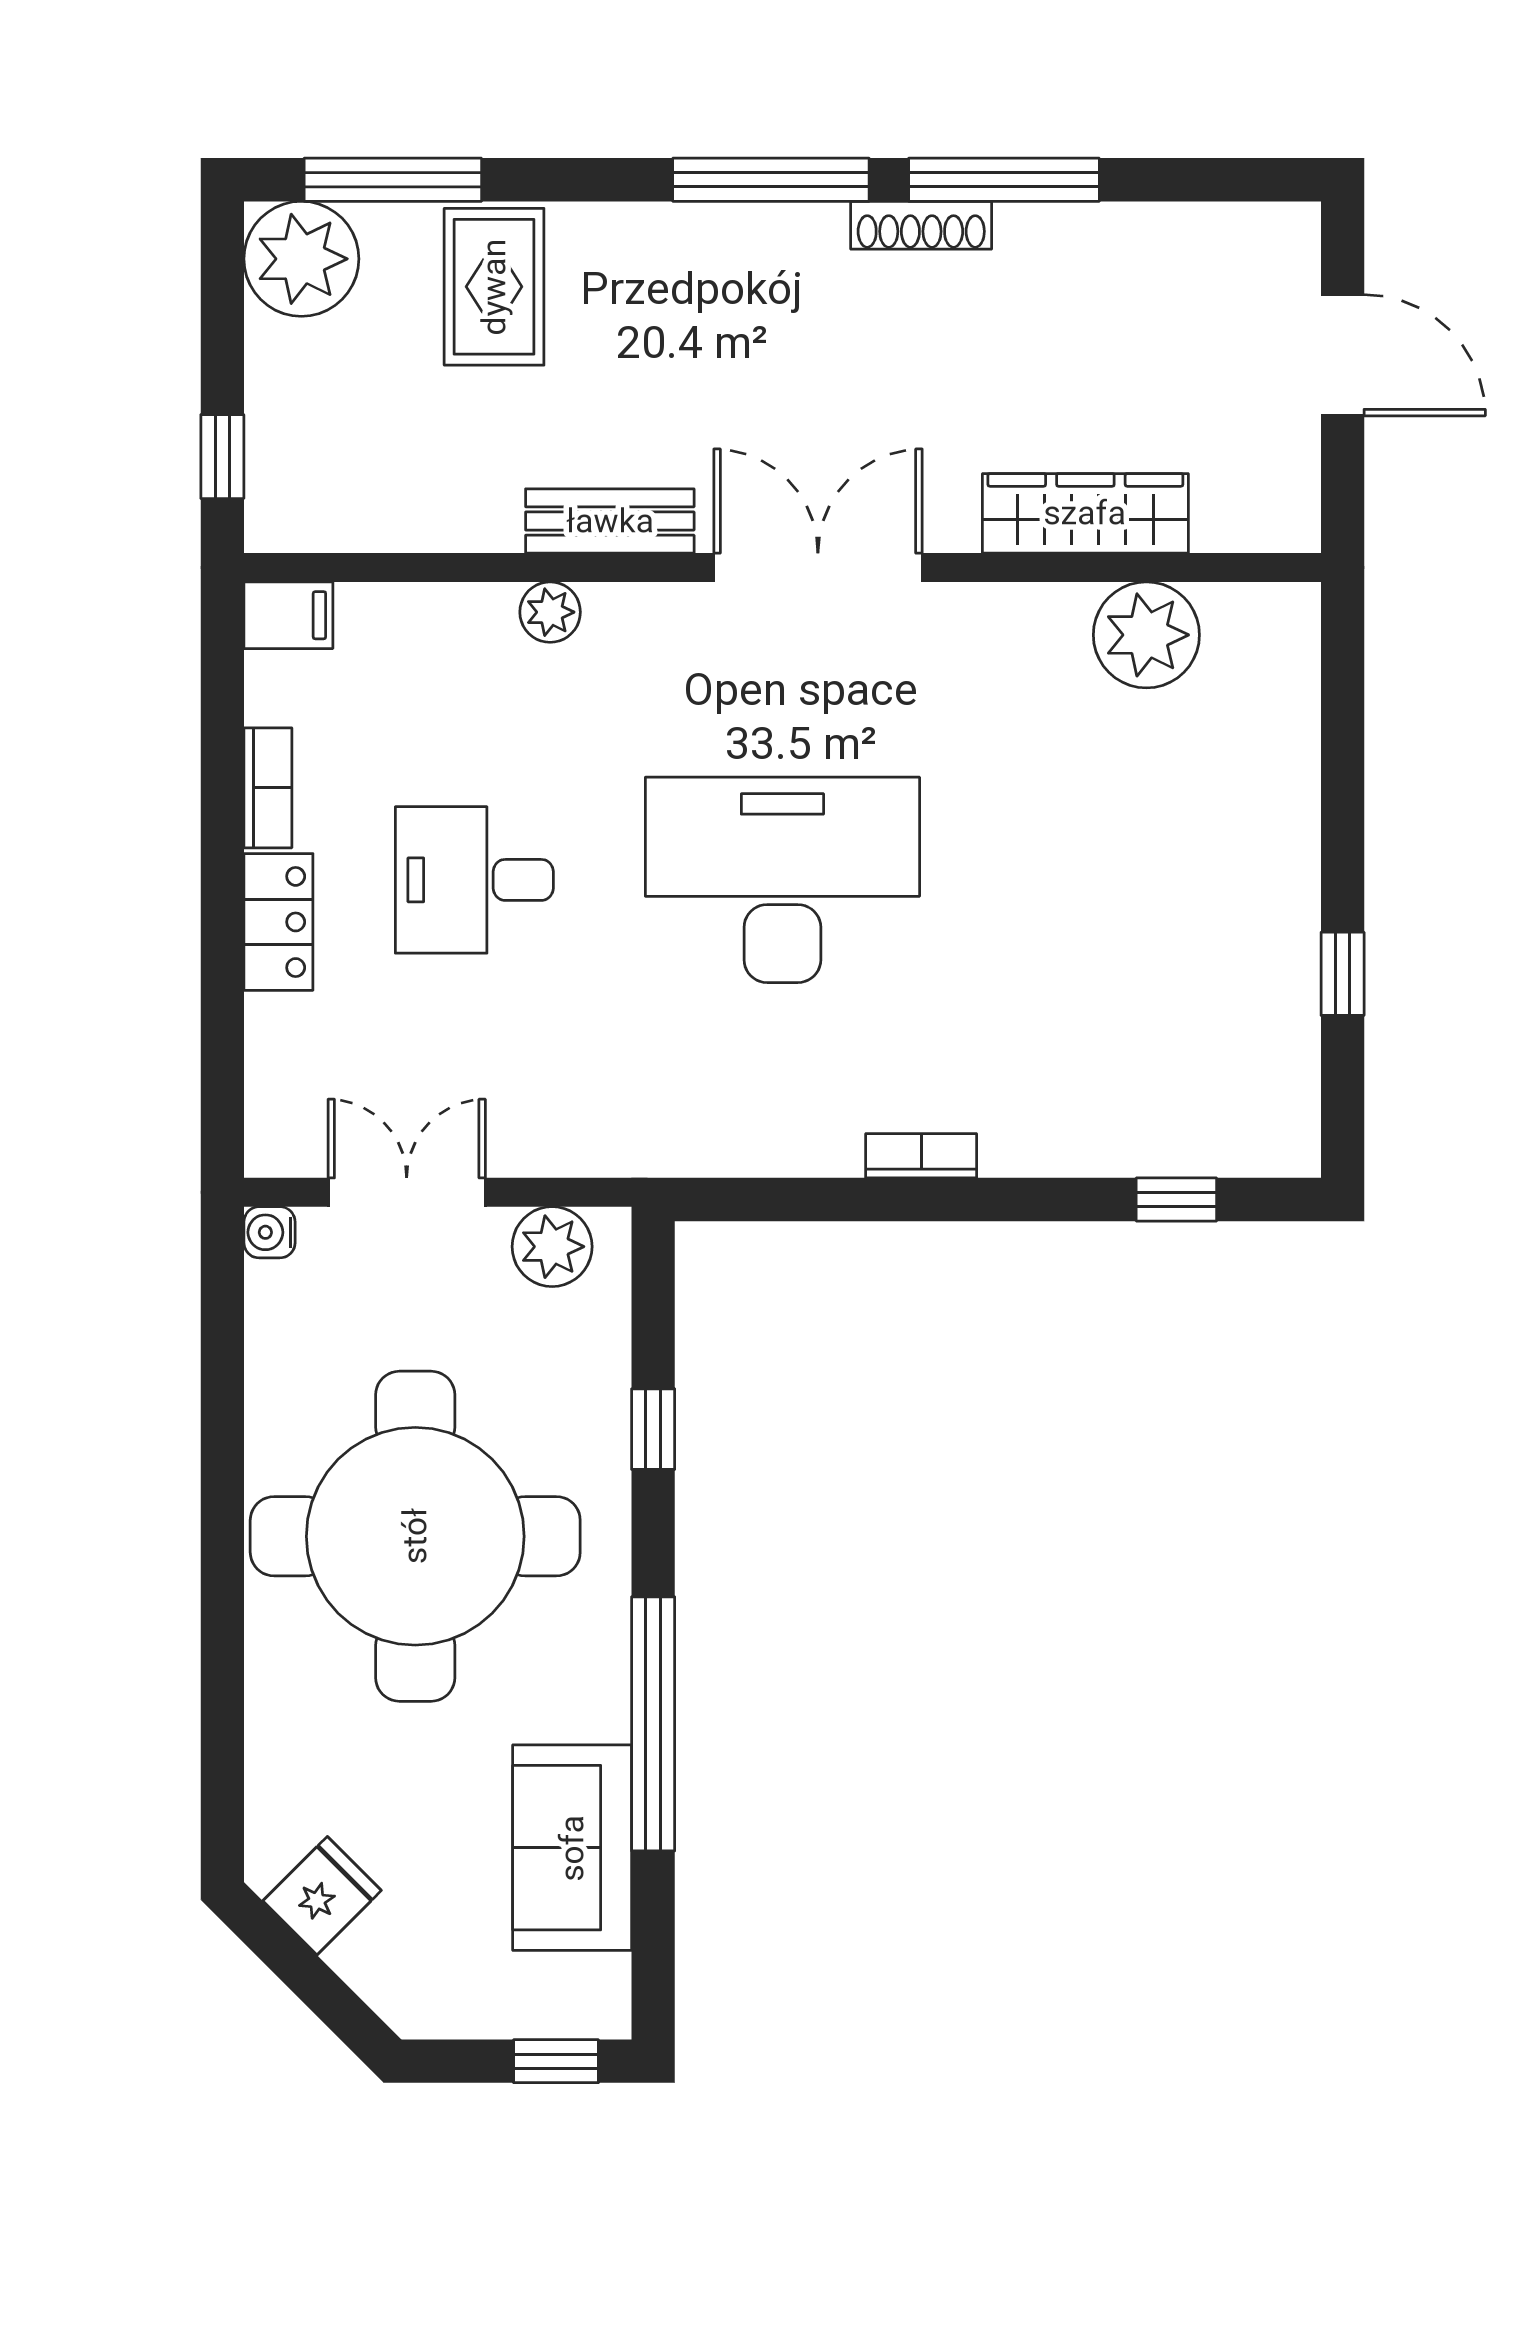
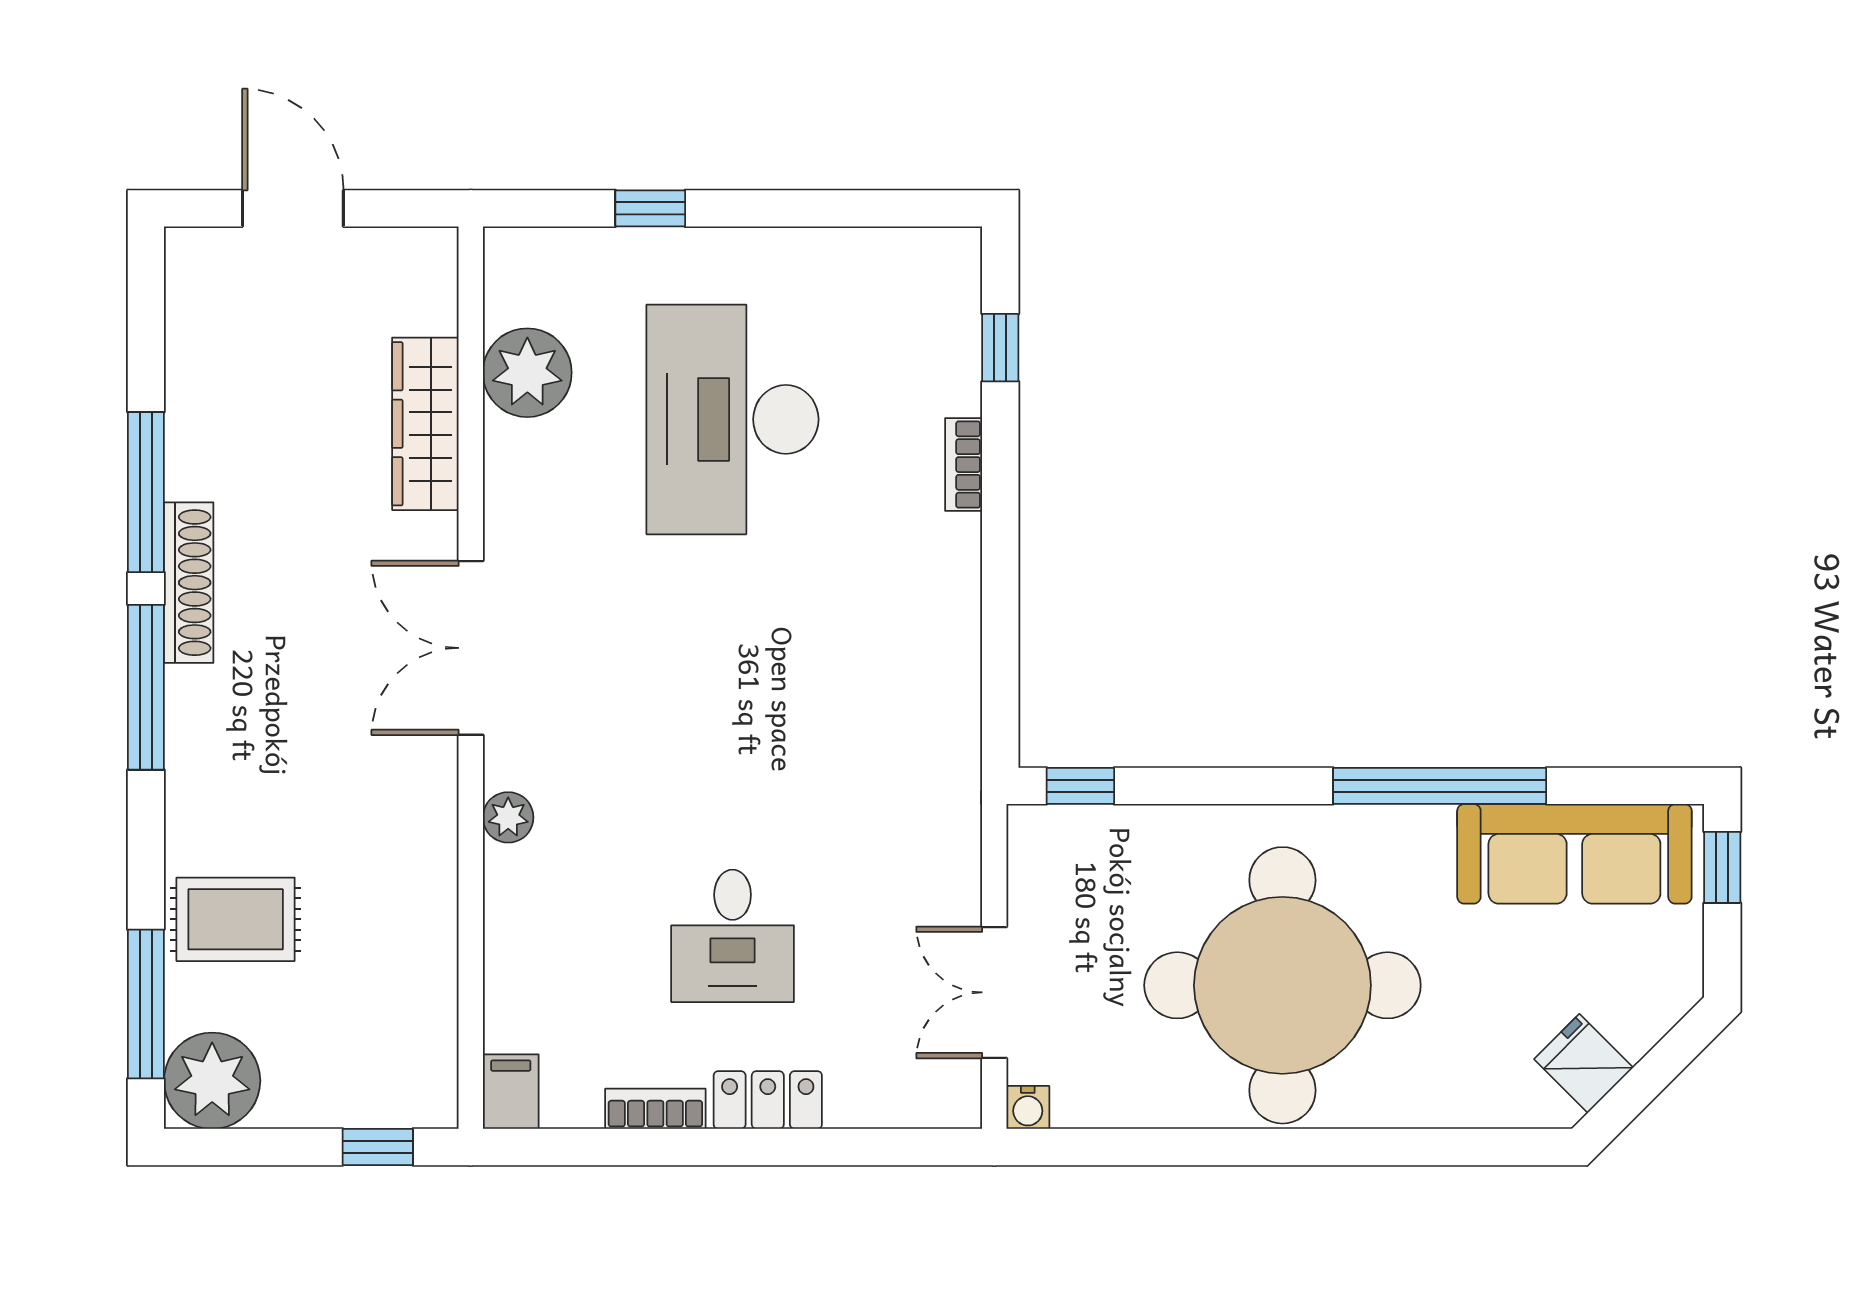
shoe rack: (921, 225) -> (189, 583), width x1.36, depth x1.24
door: (1343, 355) -> (293, 208), hinge flipped
bench: (610, 521) -> (432, 822), removed
plant: (550, 612) -> (508, 817), moved
desk: (782, 880) -> (733, 419), moved
window: (1343, 974) -> (650, 208), moved
bookcase: (921, 1156) -> (964, 465), moved
plant: (552, 1247) -> (1040, 871), removed
window: (653, 1429) -> (1080, 786), moved
sofa: (572, 1848) -> (1574, 854), width x1.36

